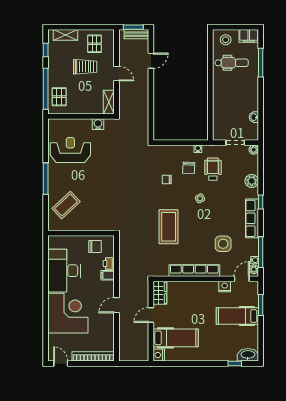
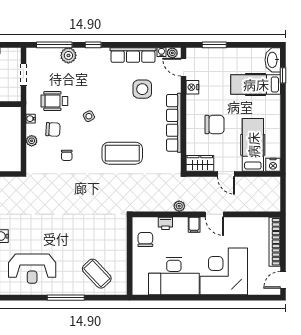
reception desk: (70, 150) -> (32, 269), turned -90
plant: (254, 150) -> (32, 141), moved
row of seats: (252, 218) -> (133, 55), moved
window: (261, 252) -> (54, 45), moved
filing cabinet: (108, 275) -> (194, 225), moved
plant: (123, 275) -> (179, 206), added
chair: (193, 305) -> (215, 124), added
hospital bed: (237, 316) -> (256, 84), moved, turned 90

